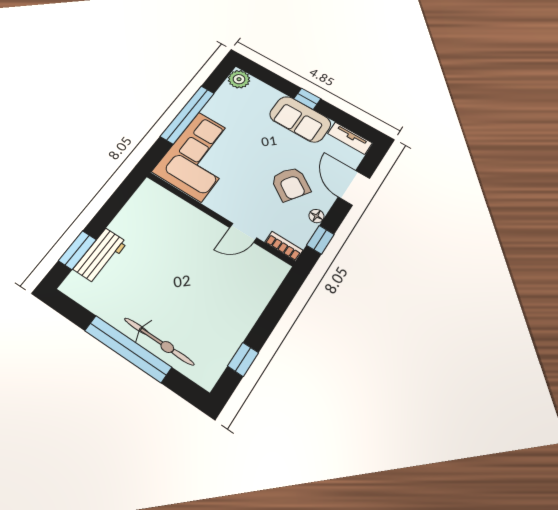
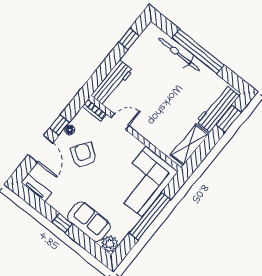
sofa: (300, 119) -> (89, 222), moved
shelving: (136, 210) -> (190, 144), added
window: (320, 240) -> (60, 125), moved
workbench: (101, 256) -> (218, 109), width x1.38
workbench: (262, 288) -> (112, 83), added

